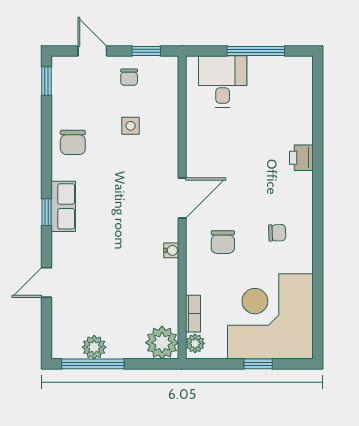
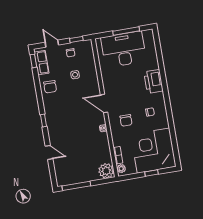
desk: (223, 81) -> (124, 49), width x1.87, depth x1.30
printer: (301, 158) -> (153, 81), width x1.87, depth x1.48
door: (182, 198) -> (104, 104), swing flipped
row of seats: (63, 206) -> (41, 63), moved
door: (47, 282) -> (49, 152), swing flipped
plant: (94, 347) -> (76, 178), removed

